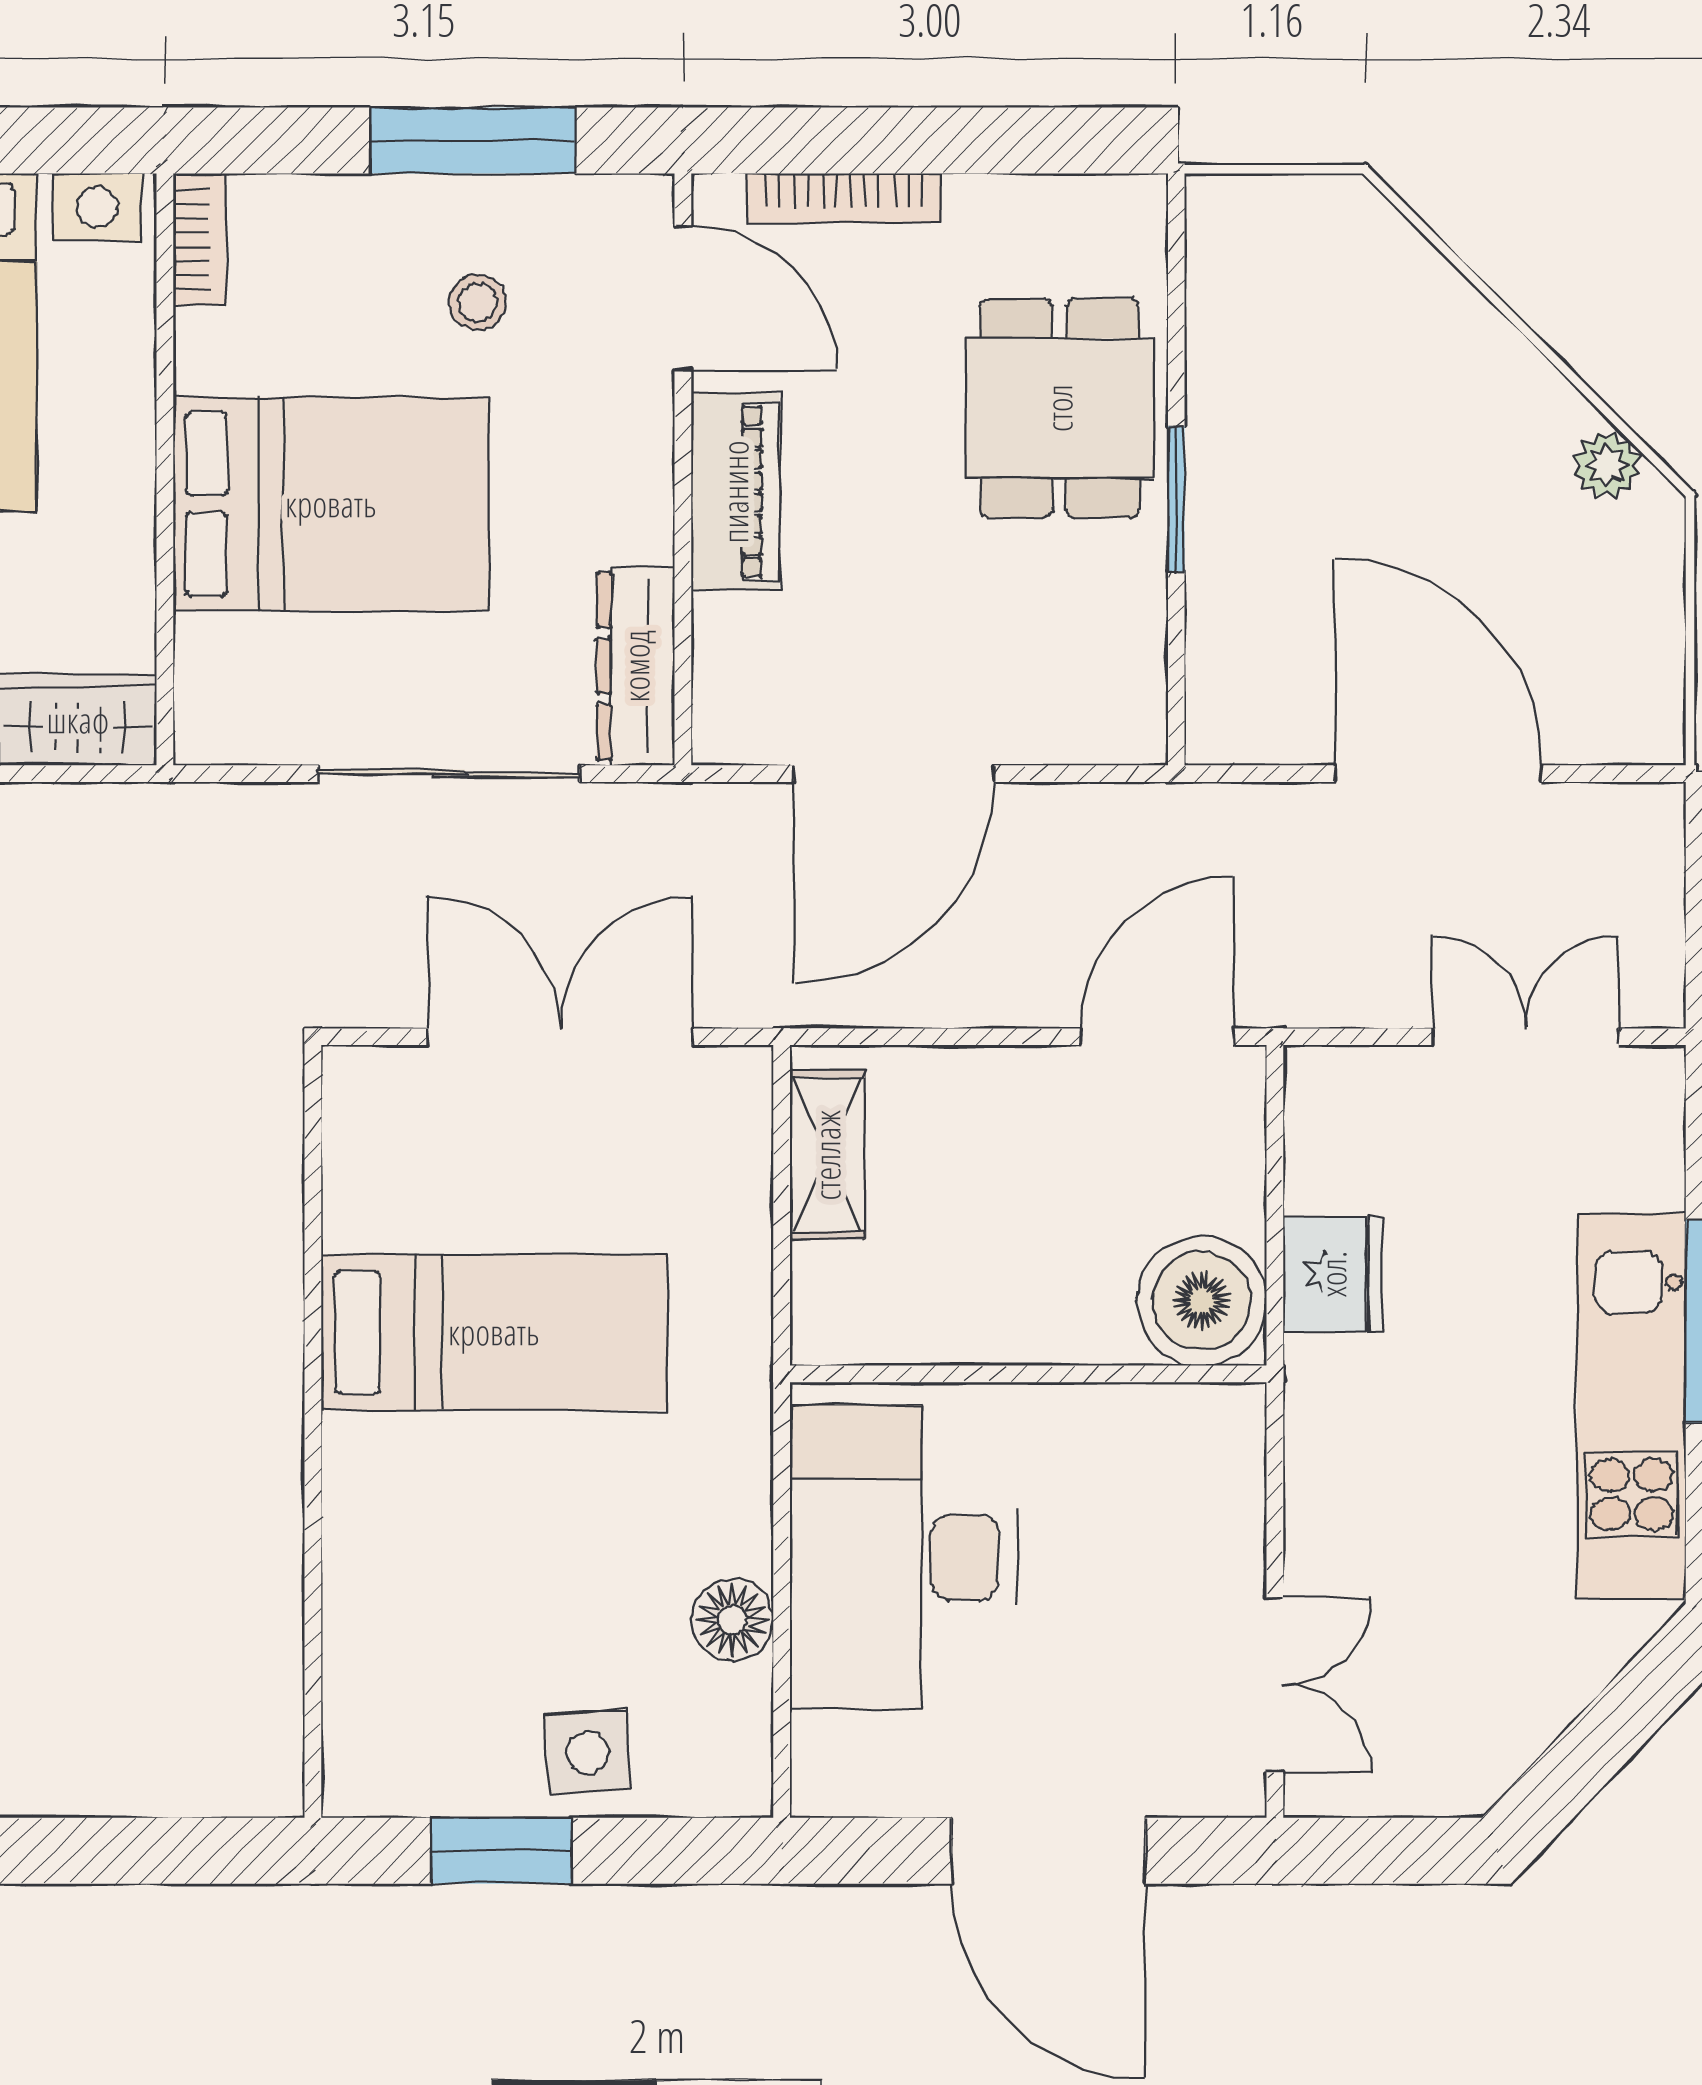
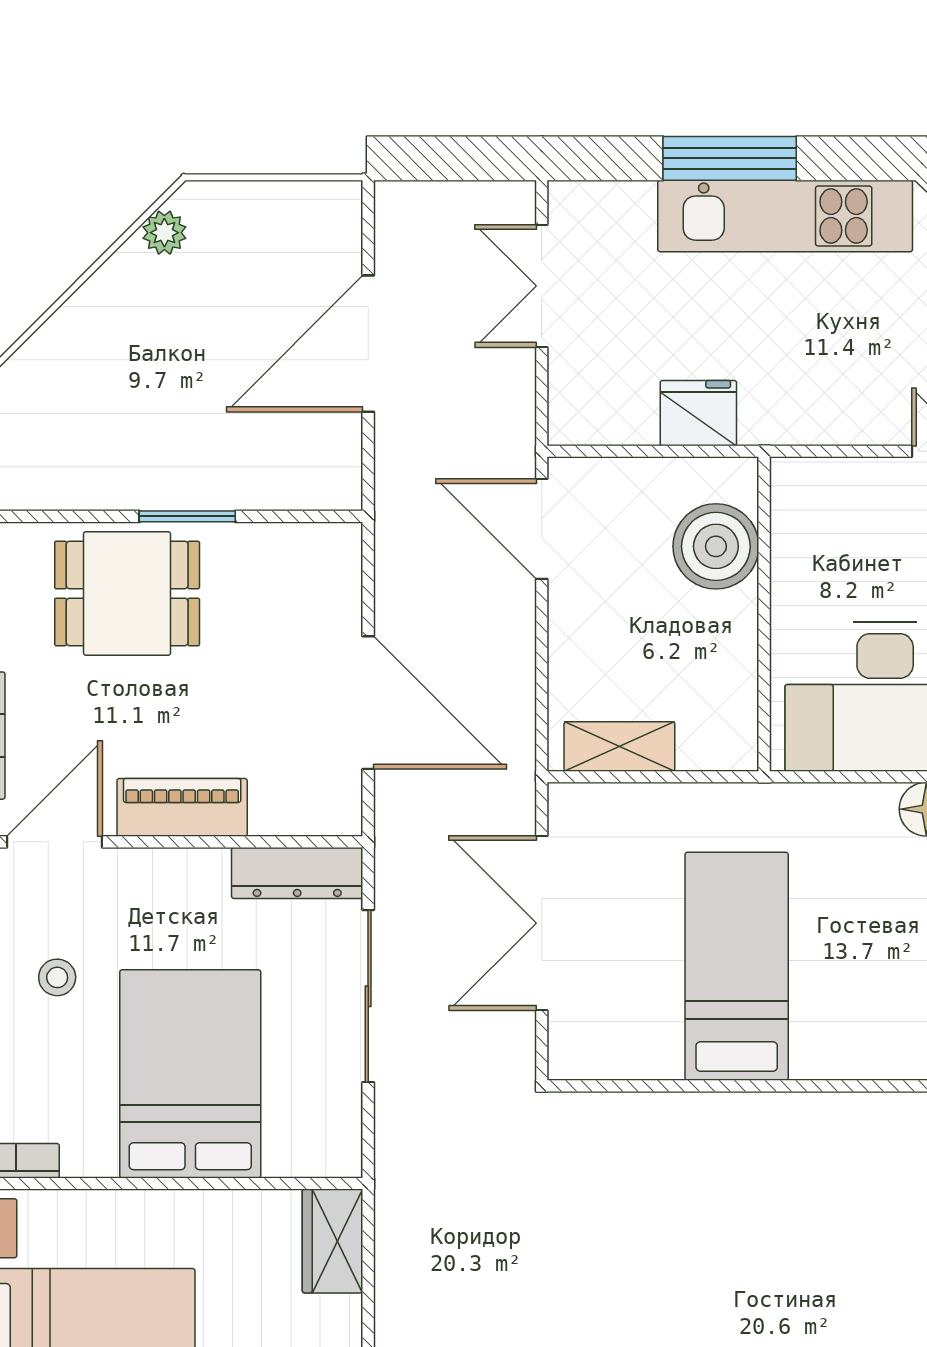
boiler: (1202, 1301) -> (716, 546), moved

